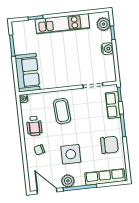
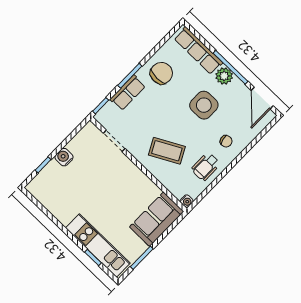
kitchen unit: (62, 24) -> (98, 246), moved
plant: (103, 24) -> (42, 182), removed
row of seats: (113, 105) -> (128, 93), moved
coffee table: (62, 111) -> (167, 151), turned 66
wheelchair: (34, 126) -> (206, 167), turned 180
chair: (109, 145) -> (161, 73), turned 90
plant: (68, 181) -> (224, 76), moved

